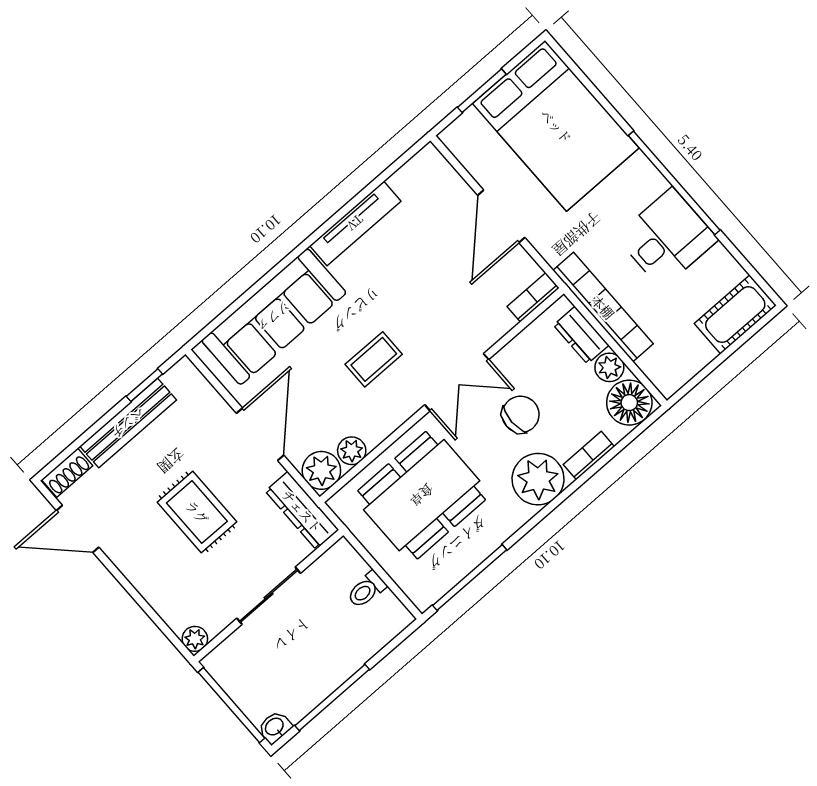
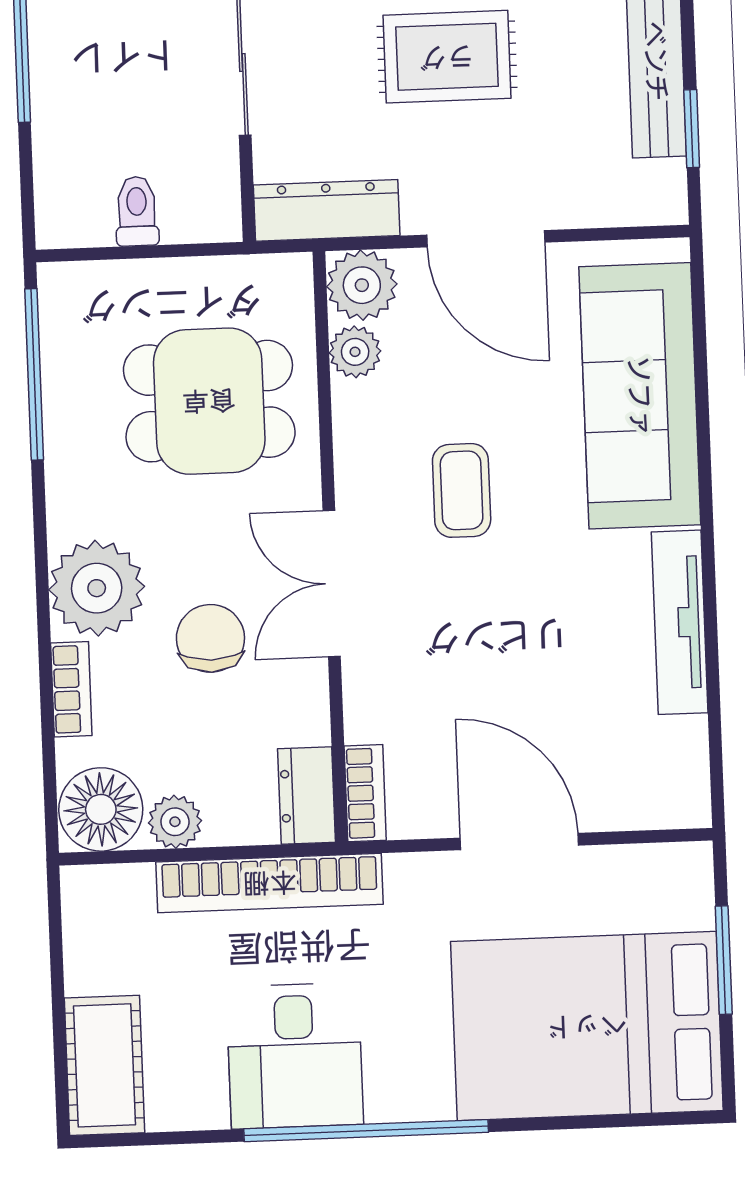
dresser: (581, 335) -> (306, 795), moved, turned -90
chair: (521, 414) -> (210, 638), turned 180
dining table: (422, 495) -> (209, 401), width x0.73

